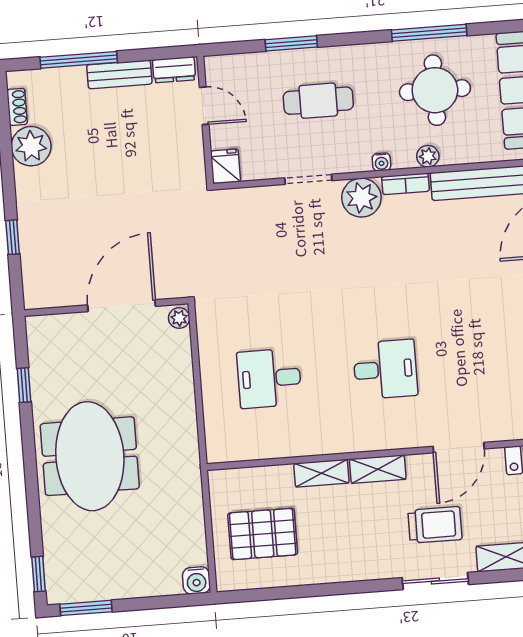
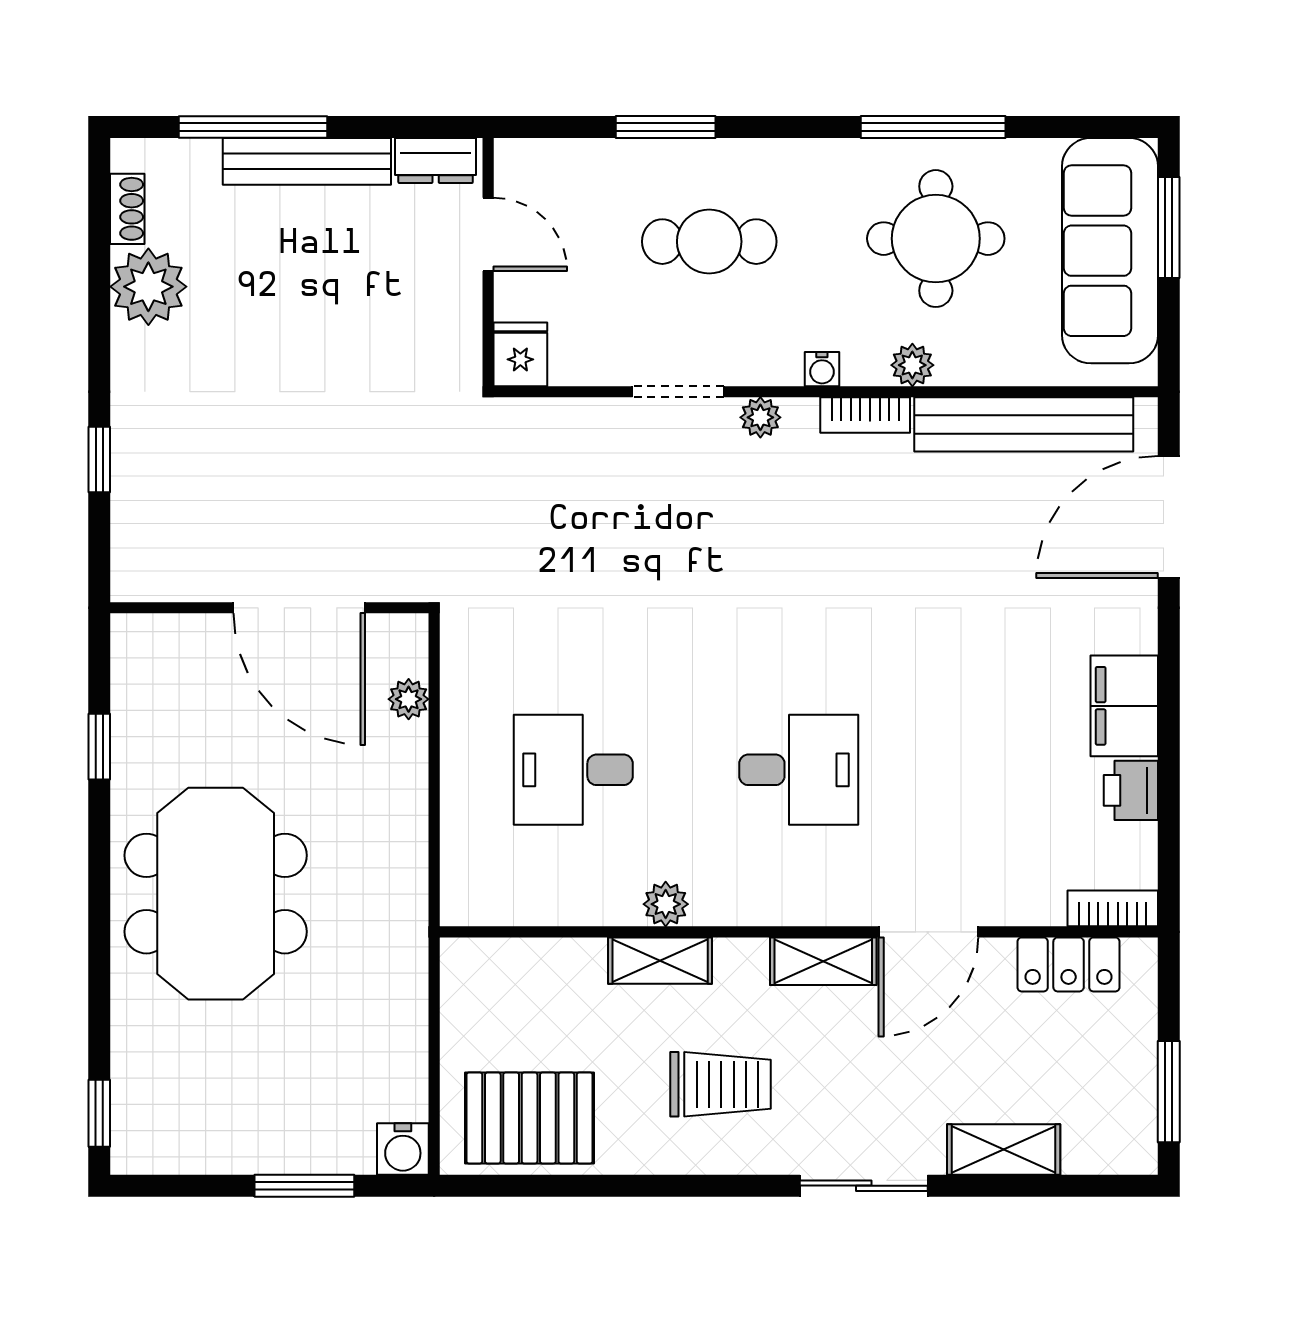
bench: (119, 74) -> (307, 161), width x1.36
plant: (361, 198) -> (760, 417), width x0.53, depth x0.53
door: (122, 306) -> (299, 608), swing flipped
plant: (179, 318) -> (409, 699), moved
plant: (322, 444) -> (666, 904), added
shelving: (378, 469) -> (823, 961), moved
trolley: (435, 525) -> (721, 1084), moved
pallet: (263, 534) -> (530, 1118), moved
window: (86, 608) -> (304, 1186), moved

